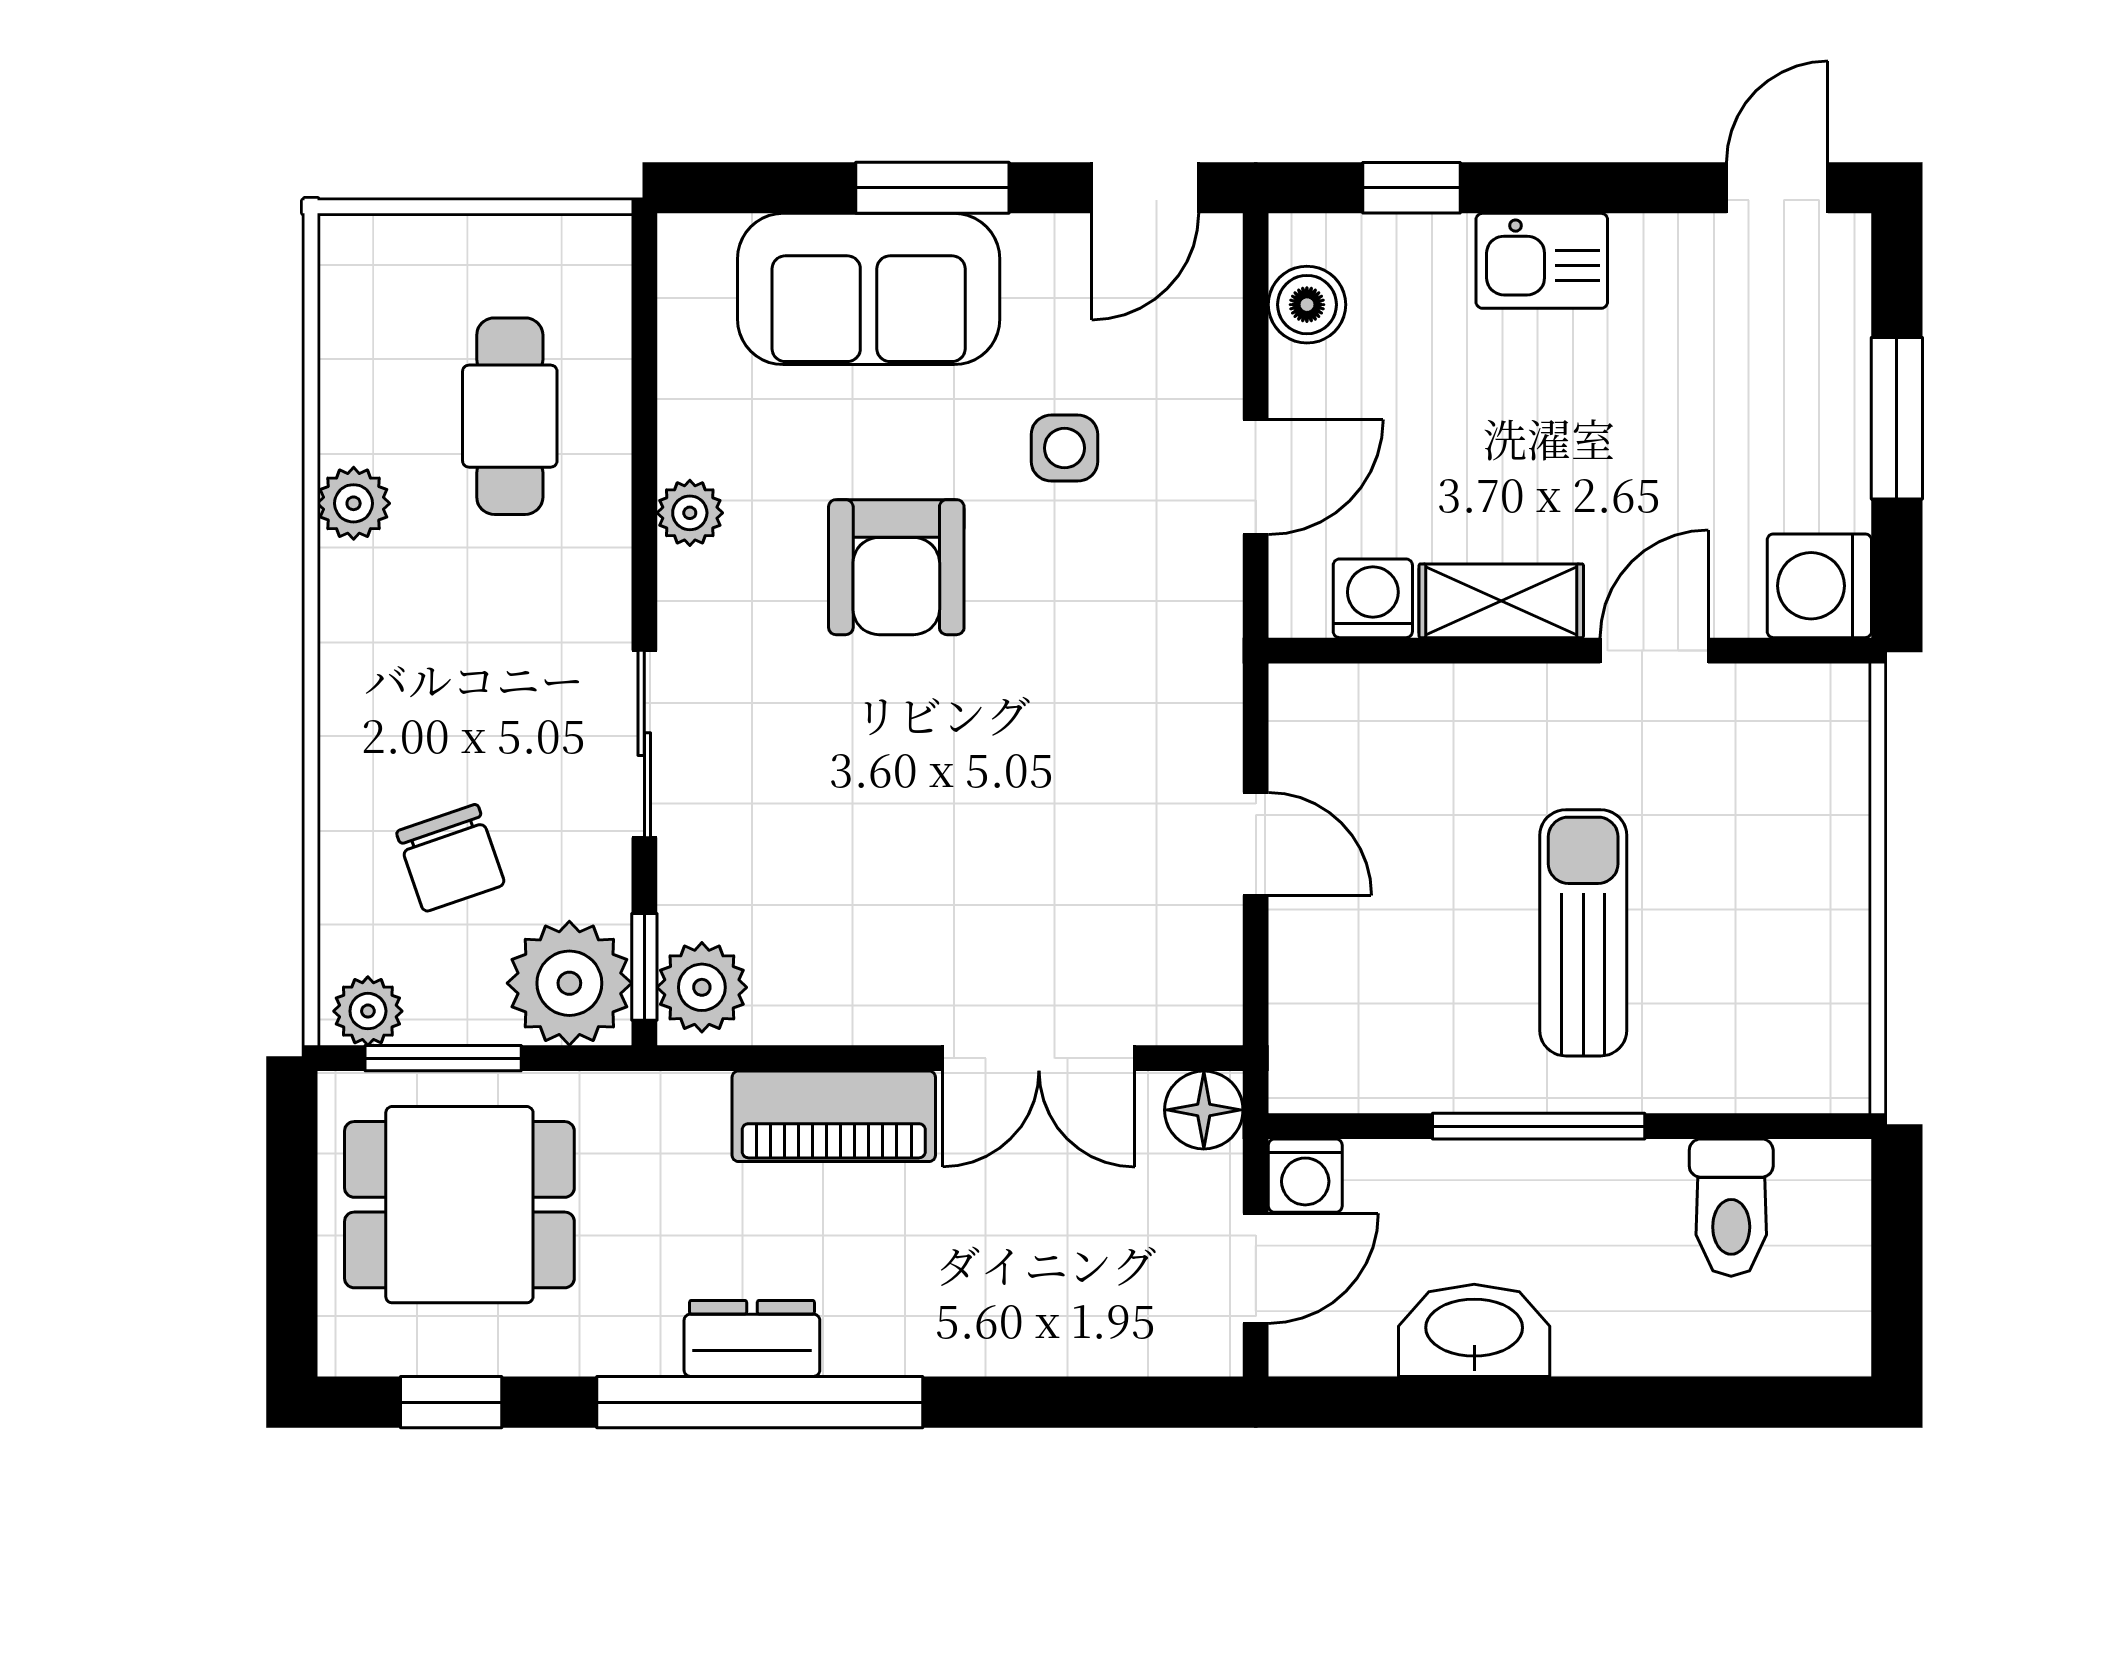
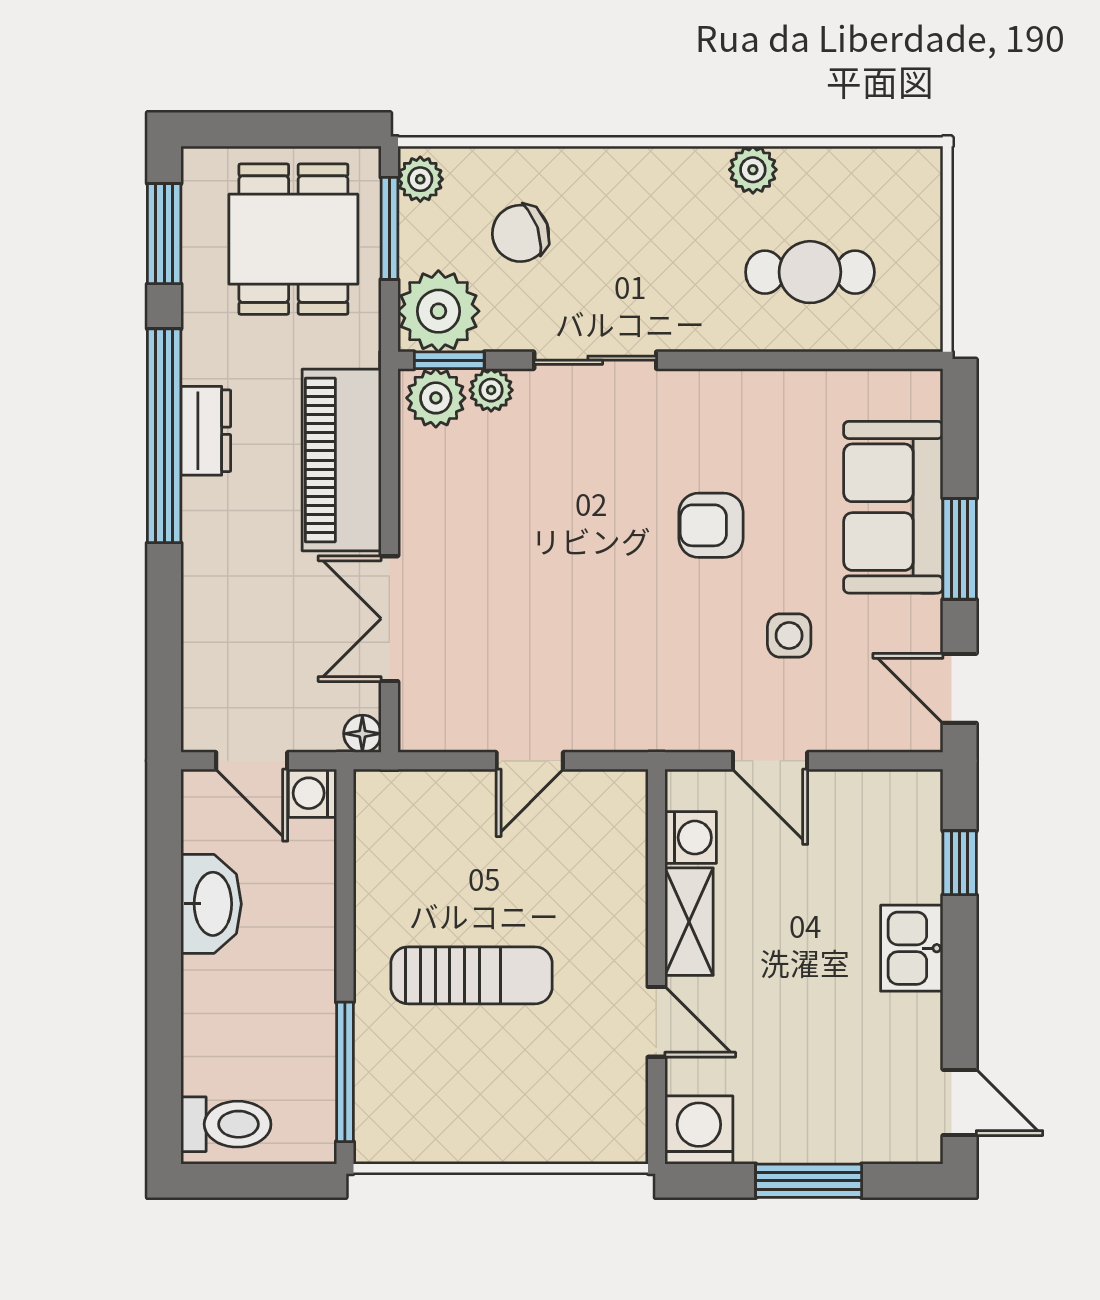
boiler: (1307, 305) -> (883, 794), removed
plant: (690, 513) -> (491, 390), moved
armchair: (896, 567) -> (711, 525), width x0.72, depth x0.72
floor lamp: (1204, 1110) -> (362, 734), width x0.73, depth x0.73
piano: (834, 1116) -> (342, 460), width x1.37, depth x1.33
window: (1539, 1126) -> (345, 1072), moved
toilet: (1731, 1208) -> (226, 1124), moved, turned 180
window: (451, 1402) -> (164, 234), width x1.50

